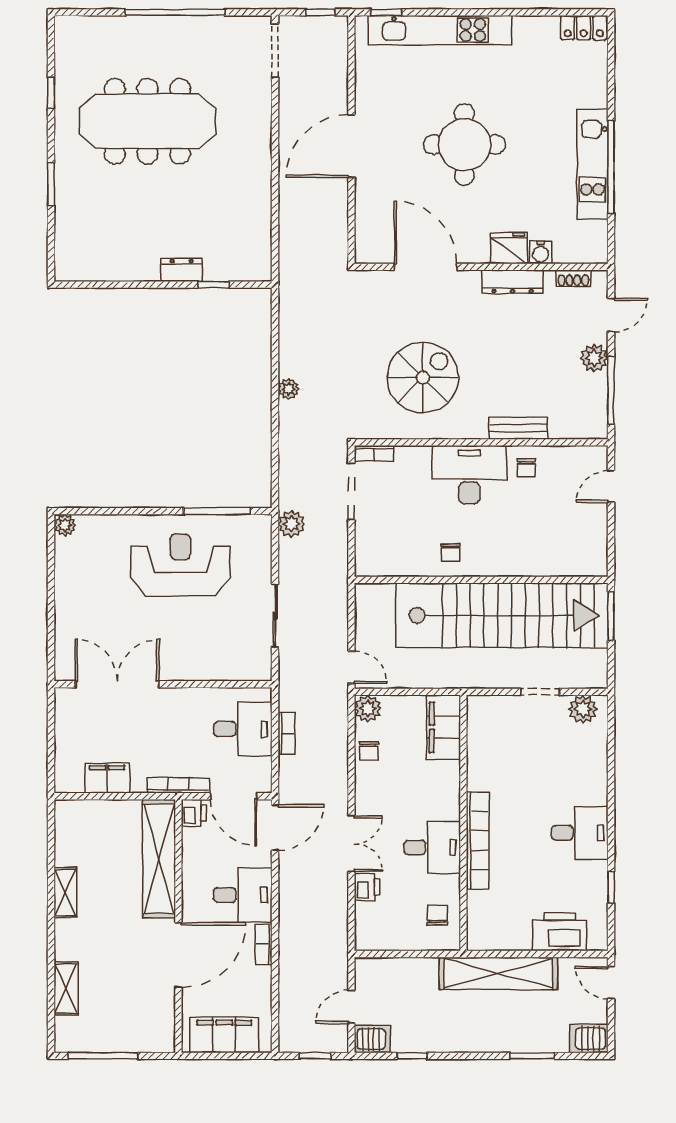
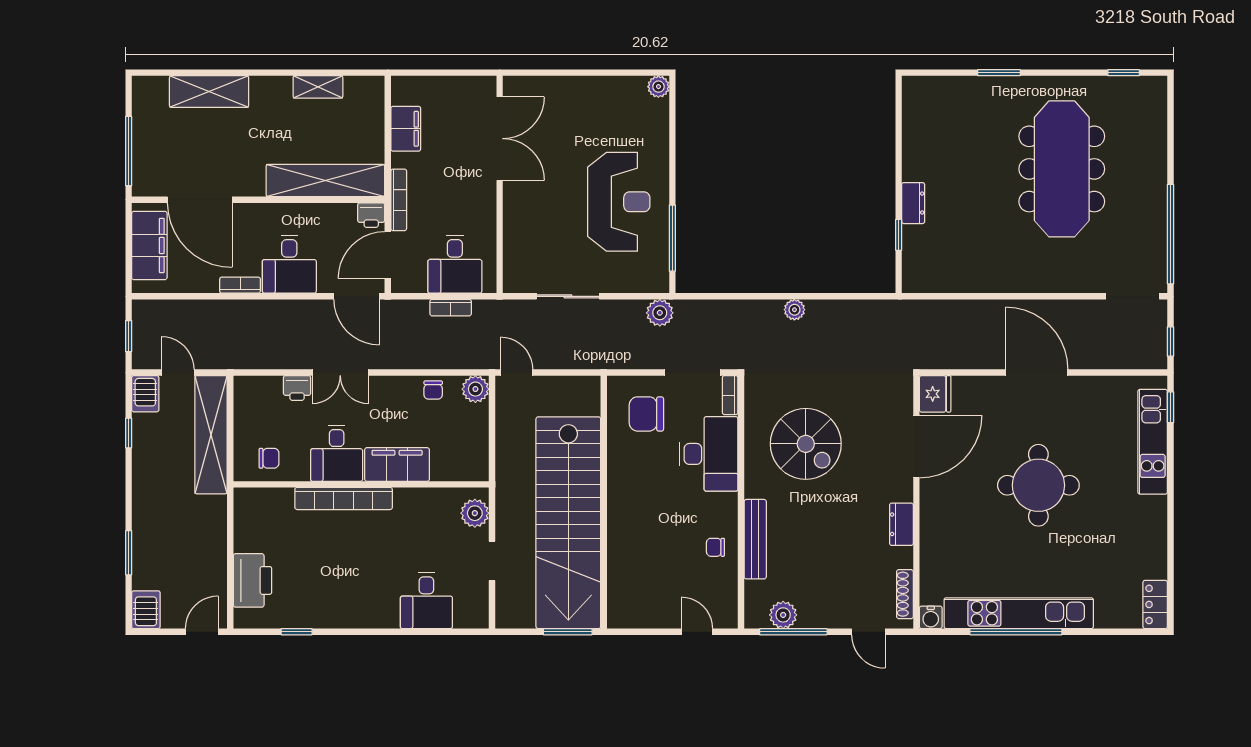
window: (175, 12) -> (1170, 234), moved
kitchen unit: (440, 30) -> (1153, 442), width x0.73
window: (51, 93) -> (1124, 73), moved
kitchen unit: (592, 164) -> (1019, 613), width x1.36
fridge: (509, 248) -> (935, 394), moved
water cooler: (541, 252) -> (931, 617), moved, turned -90
shoe rack: (573, 278) -> (905, 594), width x1.43
dresser: (513, 282) -> (901, 524), width x0.70
plant: (594, 358) -> (783, 615), moved
bench: (518, 428) -> (755, 539), width x1.36
desk: (469, 475) -> (709, 454), moved
chair: (451, 553) -> (646, 414), moved, width x1.87, depth x1.87
door: (351, 667) -> (517, 373), swing flipped
plant: (583, 709) -> (475, 513), moved
filing cabinet: (444, 727) -> (397, 464), moved
chair: (369, 751) -> (433, 390), turned -90
desk: (580, 833) -> (426, 601), moved
shelving: (65, 893) -> (318, 87), moved
door: (178, 955) -> (200, 200), moved
shelving: (498, 973) -> (211, 435), moved
shelving: (66, 988) -> (209, 92), width x1.50, depth x1.33
window: (103, 1056) -> (129, 151), moved

